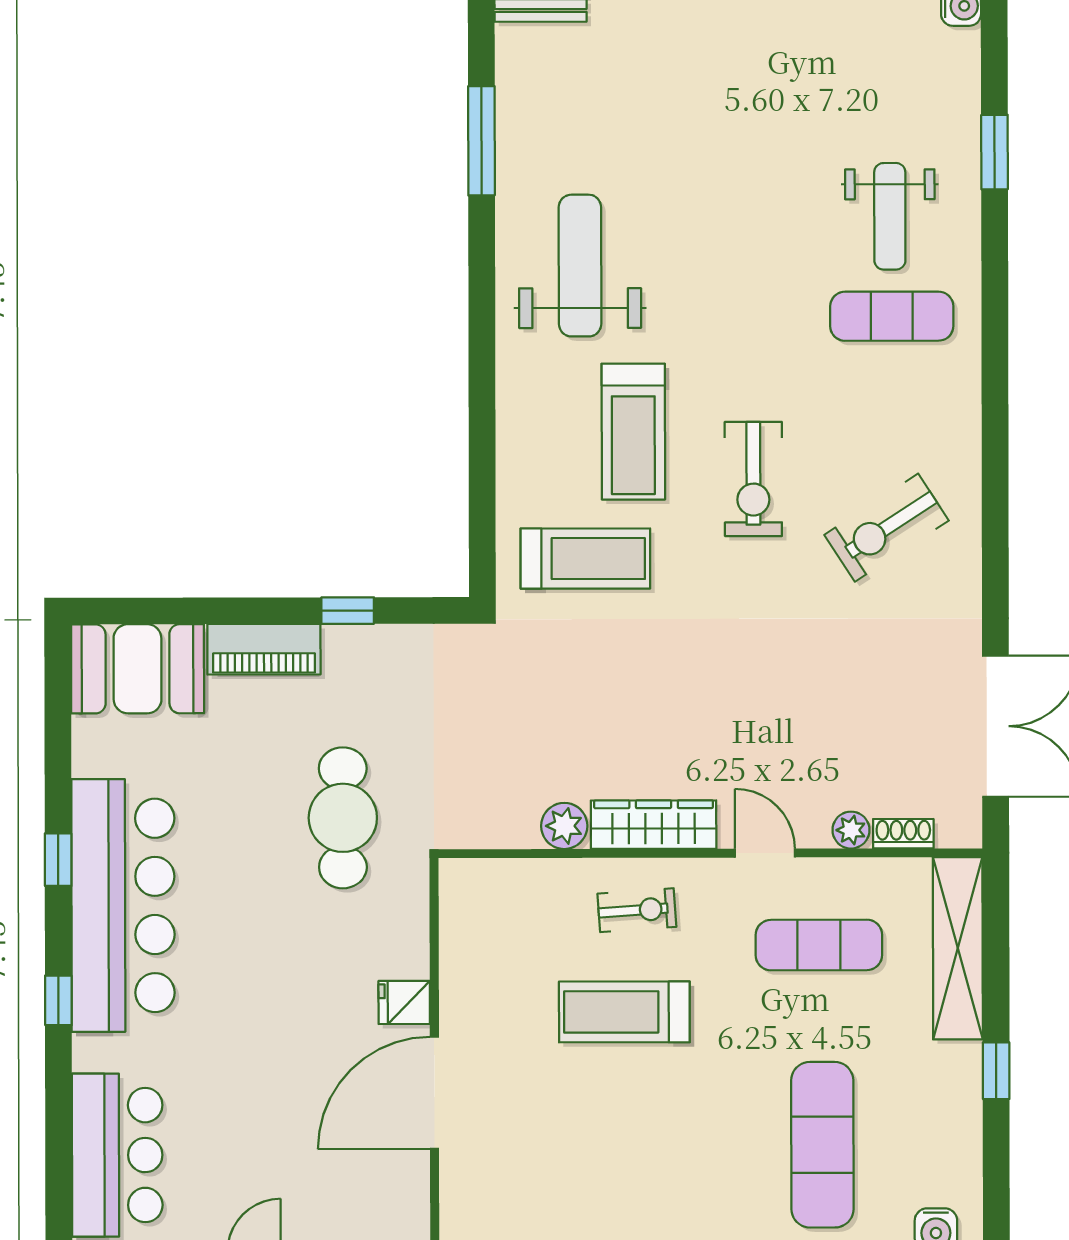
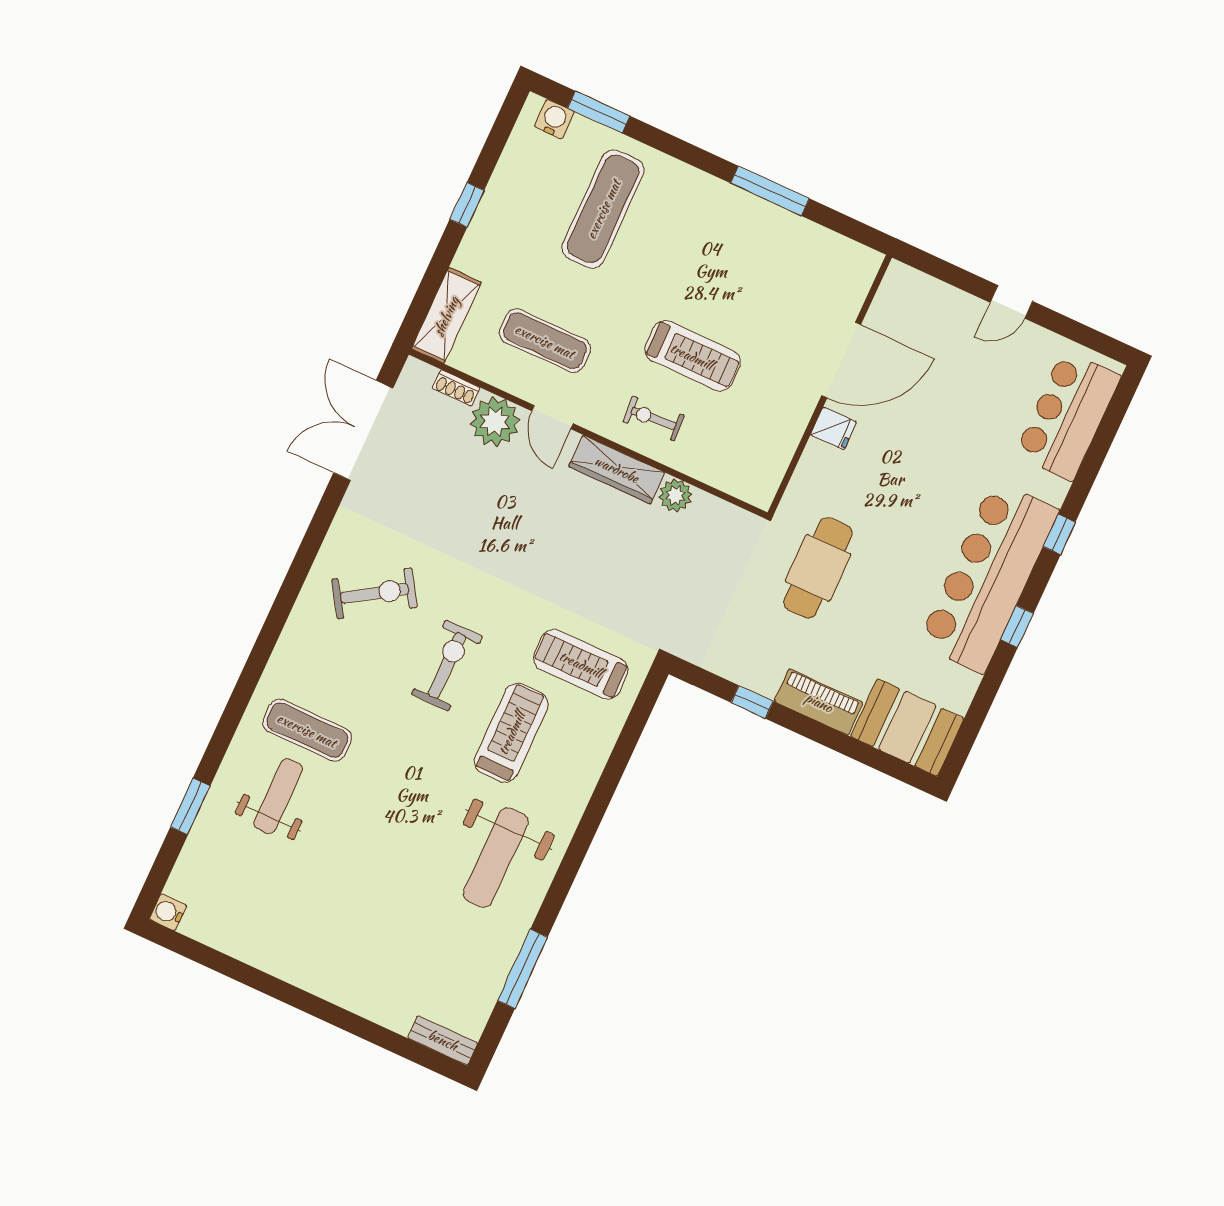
plant: (851, 830) -> (495, 422), width x1.87, depth x1.87
shelving: (958, 948) -> (446, 316), width x0.68

